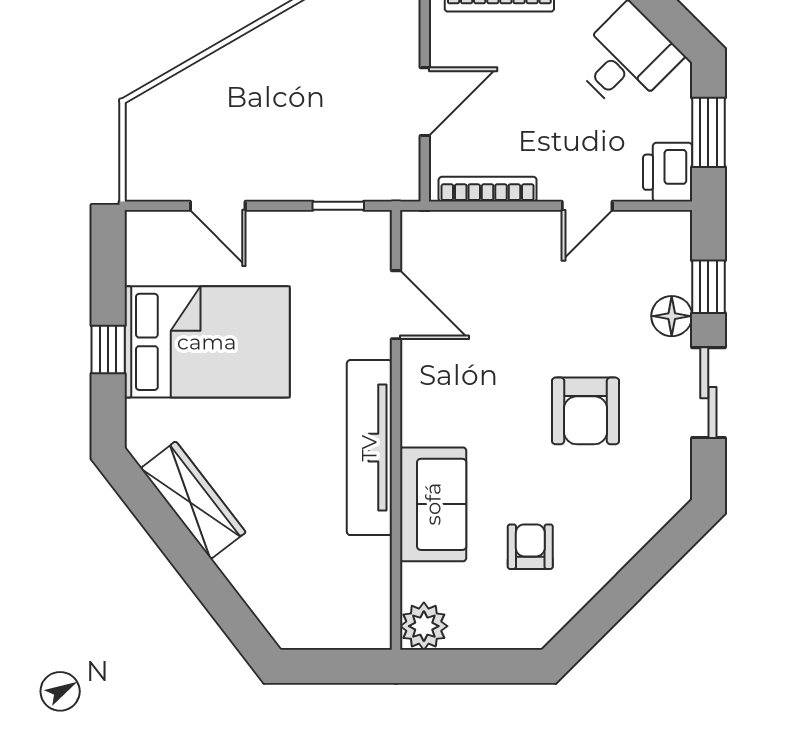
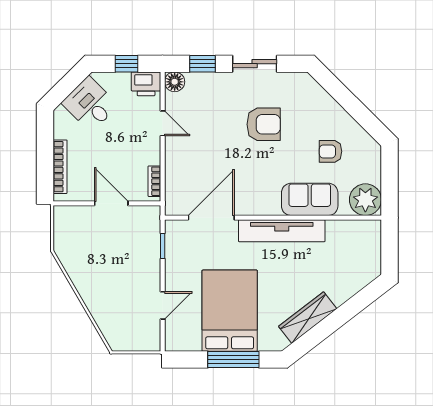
window: (708, 132) -> (126, 64), width x0.67
bookcase: (488, 189) -> (154, 181), width x0.64
door: (396, 305) -> (211, 218), width x1.36
floor lamp: (672, 316) -> (175, 82), moved
window: (108, 349) -> (233, 359), width x2.17
plant: (424, 626) -> (365, 200), width x1.36, depth x1.36

